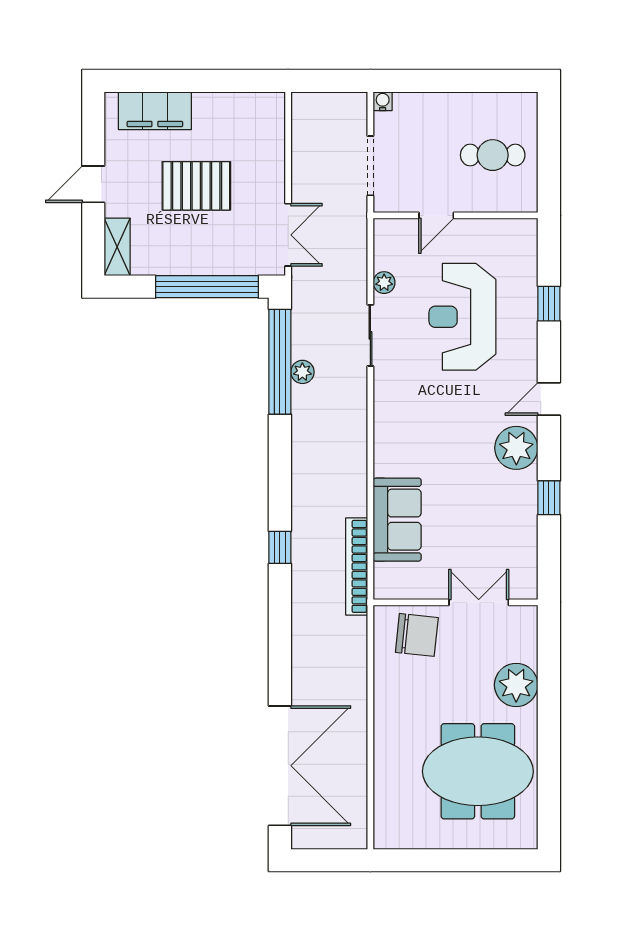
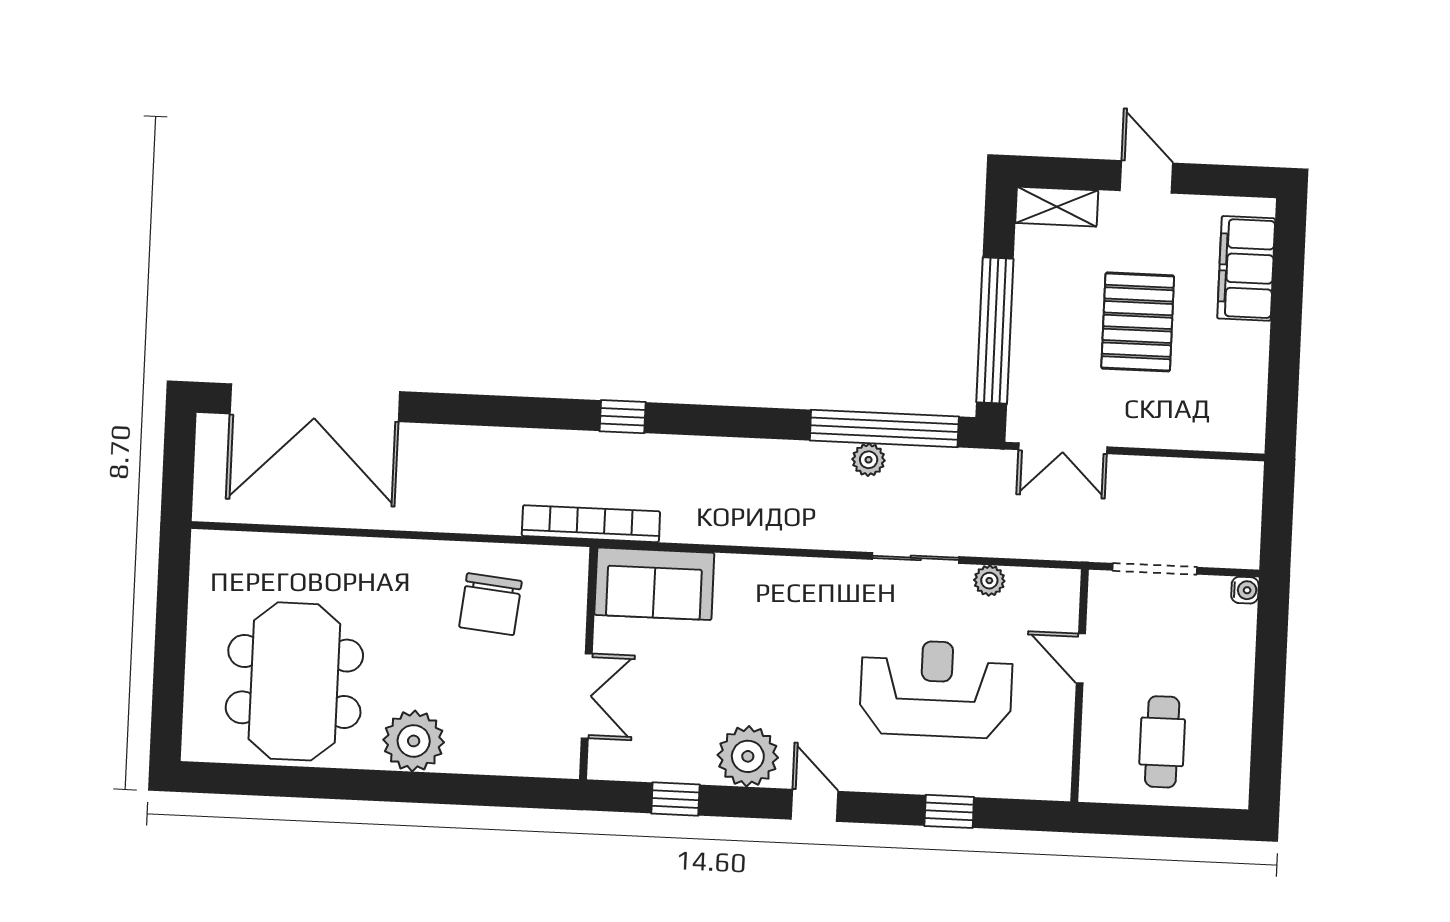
wall: (456, 602) -> (588, 663), moved
double door: (479, 602) -> (587, 696), moved

